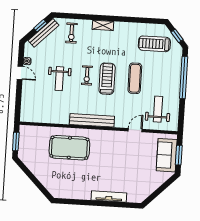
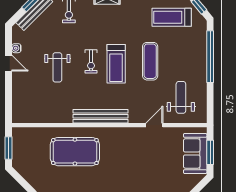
treadmill: (107, 79) -> (116, 64), turned 180

